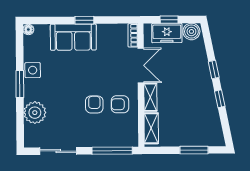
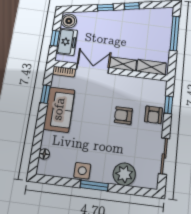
window: (84, 20) -> (45, 94), moved
floor lamp: (28, 30) -> (44, 154), moved
sofa: (73, 37) -> (59, 109), moved
armchair: (120, 104) -> (154, 115), moved
window: (194, 150) -> (175, 33), width x1.44
window: (112, 151) -> (169, 105), width x0.46

